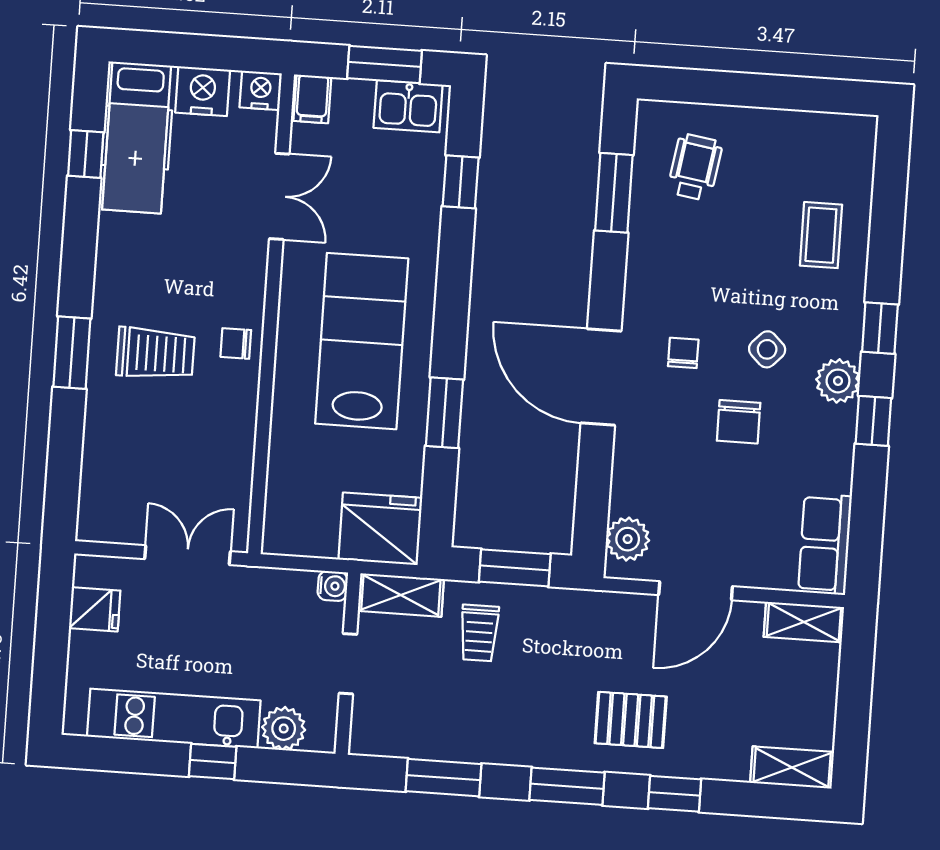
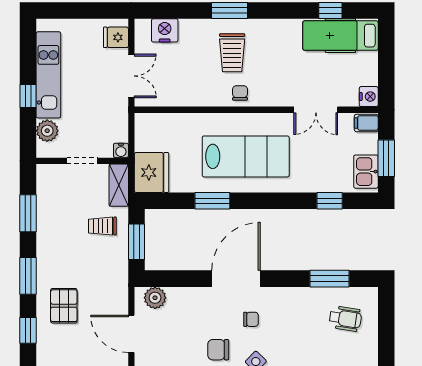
nightstand: (203, 91) -> (165, 30), moved, turned -90
fridge: (95, 609) -> (116, 37), moved, turned 90

